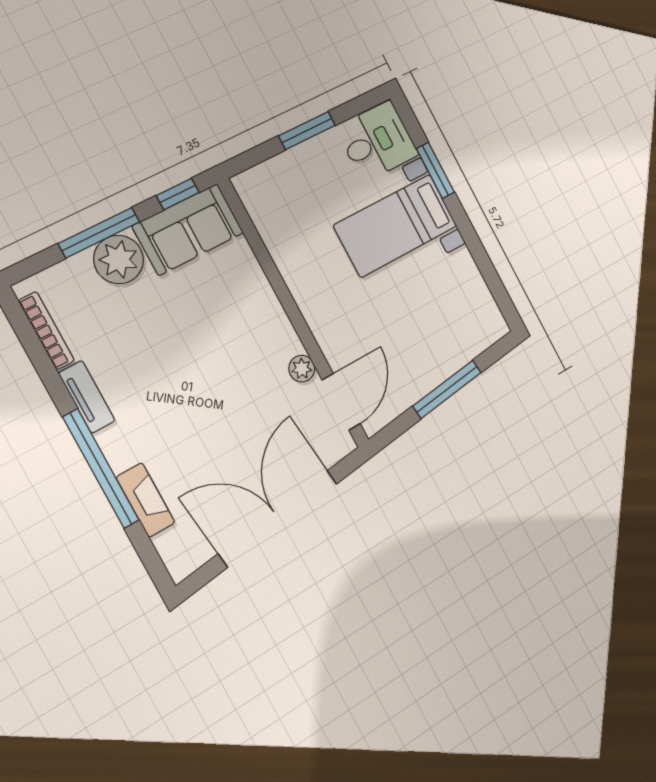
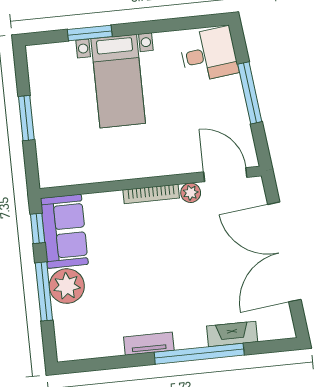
desk: (377, 141) -> (209, 54), moved, turned 84
bookcase: (46, 331) -> (151, 194), moved, turned 180

